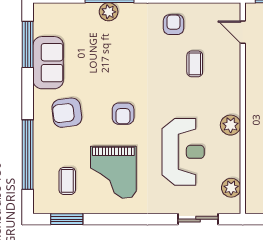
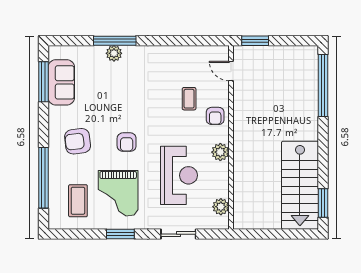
armchair: (173, 25) -> (215, 116), moved, turned 180
sofa: (48, 63) -> (61, 82), moved
coffee table: (67, 181) -> (78, 201), width x1.36, depth x1.30
window: (67, 219) -> (120, 234), moved
sliding door: (198, 219) -> (178, 234), moved

